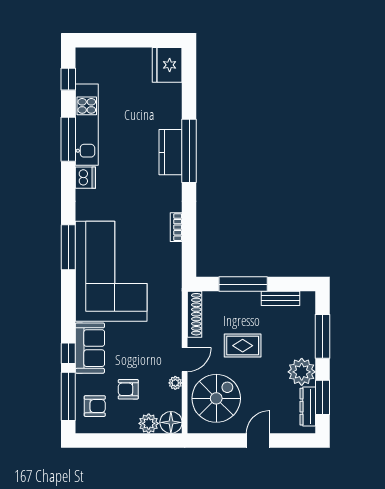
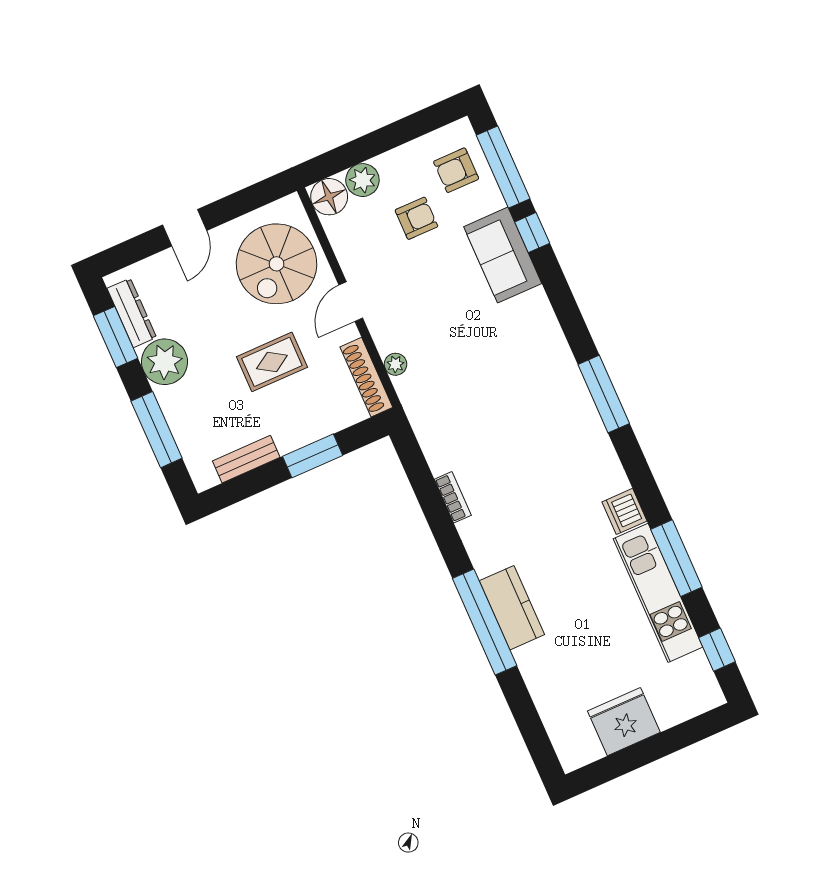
fridge: (167, 65) -> (624, 722), moved, turned -90
corner sofa: (111, 271) -> (522, 386), removed
window: (243, 284) -> (313, 456), width x0.69
plant: (175, 383) -> (396, 364), moved

